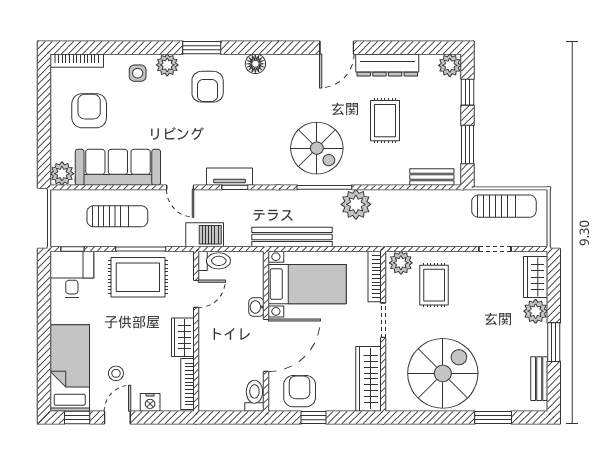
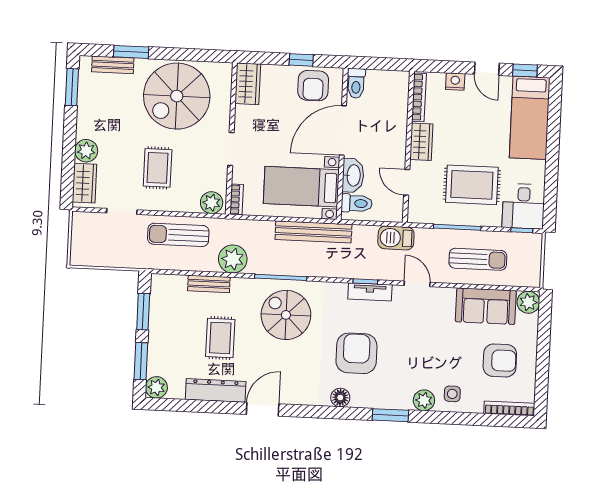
armchair: (208, 87) -> (356, 353), moved, width x1.36, depth x1.36
window: (467, 92) -> (141, 361), width x1.50
armchair: (89, 111) -> (500, 360), turned -90
sofa: (118, 167) -> (486, 306), width x0.73
bench: (432, 177) -> (209, 284), moved
plant: (356, 204) -> (233, 259), moved
sun lounger: (504, 206) -> (178, 235), moved
sun lounger: (117, 216) -> (478, 259), turned 180
toilet: (214, 261) -> (357, 203), moved, turned 180
bookcase: (375, 276) -> (237, 199), width x0.64
rug: (138, 277) -> (472, 185), moved
rug: (434, 285) -> (158, 168), moved
door: (196, 294) -> (407, 182), hinge flipped
washbasin: (256, 307) -> (353, 175), width x1.91, depth x1.45
window: (554, 342) -> (72, 87), moved
stool: (116, 373) -> (486, 111), removed
wardrobe: (369, 379) -> (248, 84), width x0.67
bench: (539, 379) -> (113, 65), moved, turned 90
door: (117, 418) -> (487, 69), hinge flipped

